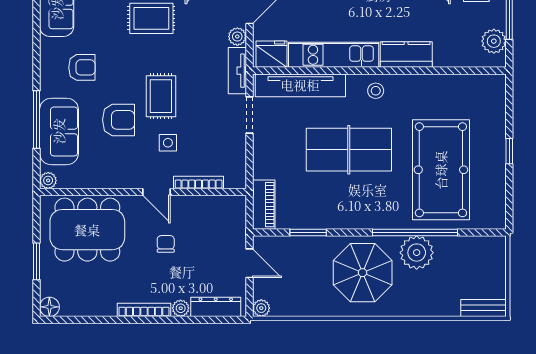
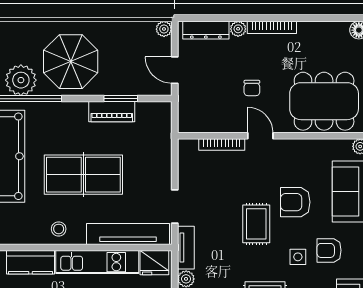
side table: (168, 143) -> (298, 257), moved
piano: (264, 205) -> (112, 112), moved, turned -90

